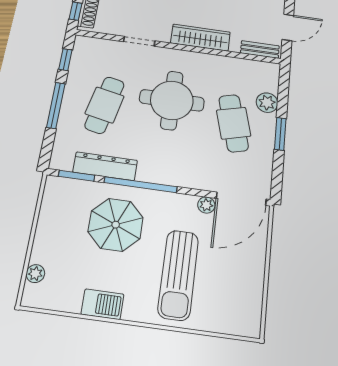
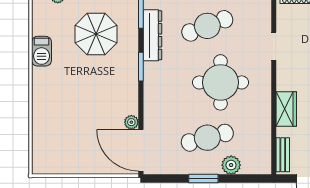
wardrobe: (200, 38) -> (286, 109), width x0.67
cafe table: (105, 105) -> (207, 26), turned -33
window: (141, 185) -> (141, 67), width x0.47
parasol: (116, 225) -> (96, 34), moved
sun lounger: (178, 275) -> (72, 106), removed

